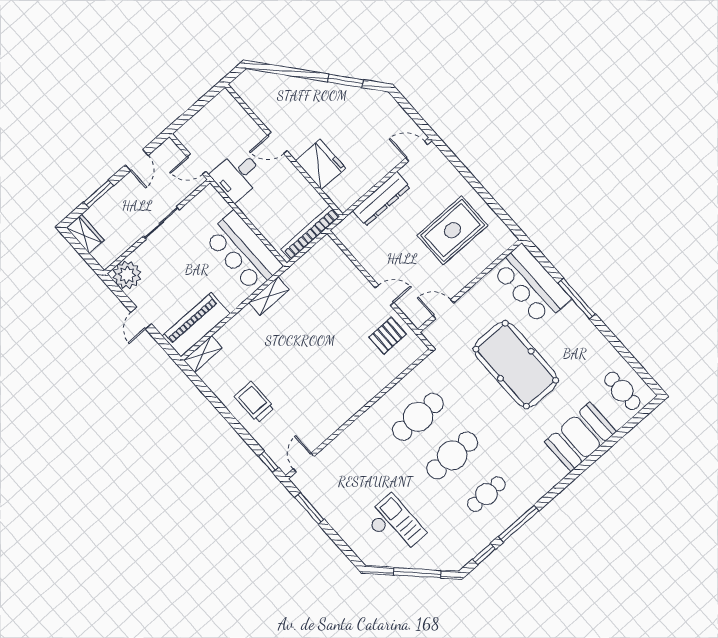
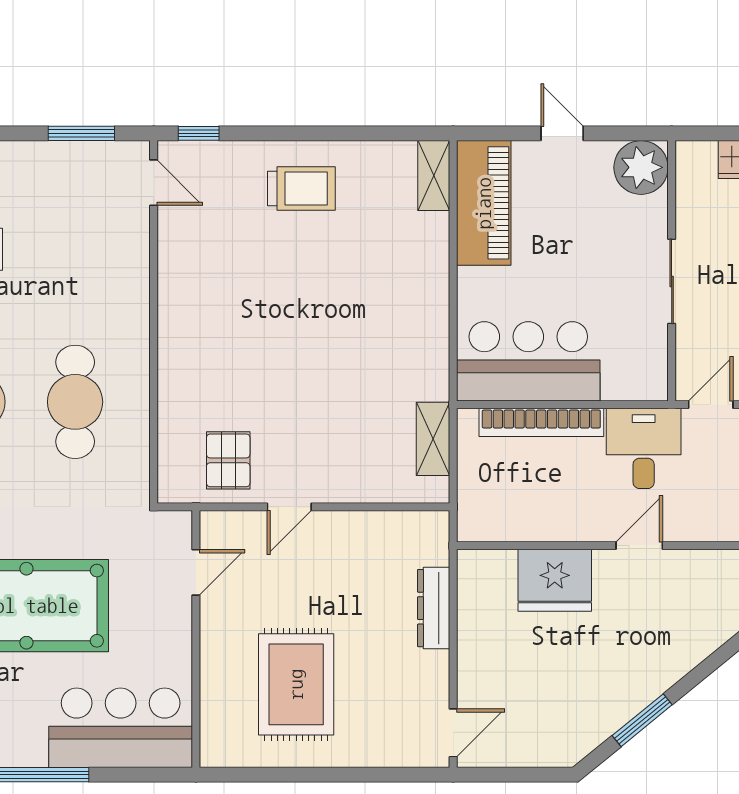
dresser: (381, 199) -> (434, 608), width x0.73, depth x0.80
bookcase: (310, 233) -> (541, 422), moved, turned 90
shelving: (269, 296) -> (433, 439), moved

